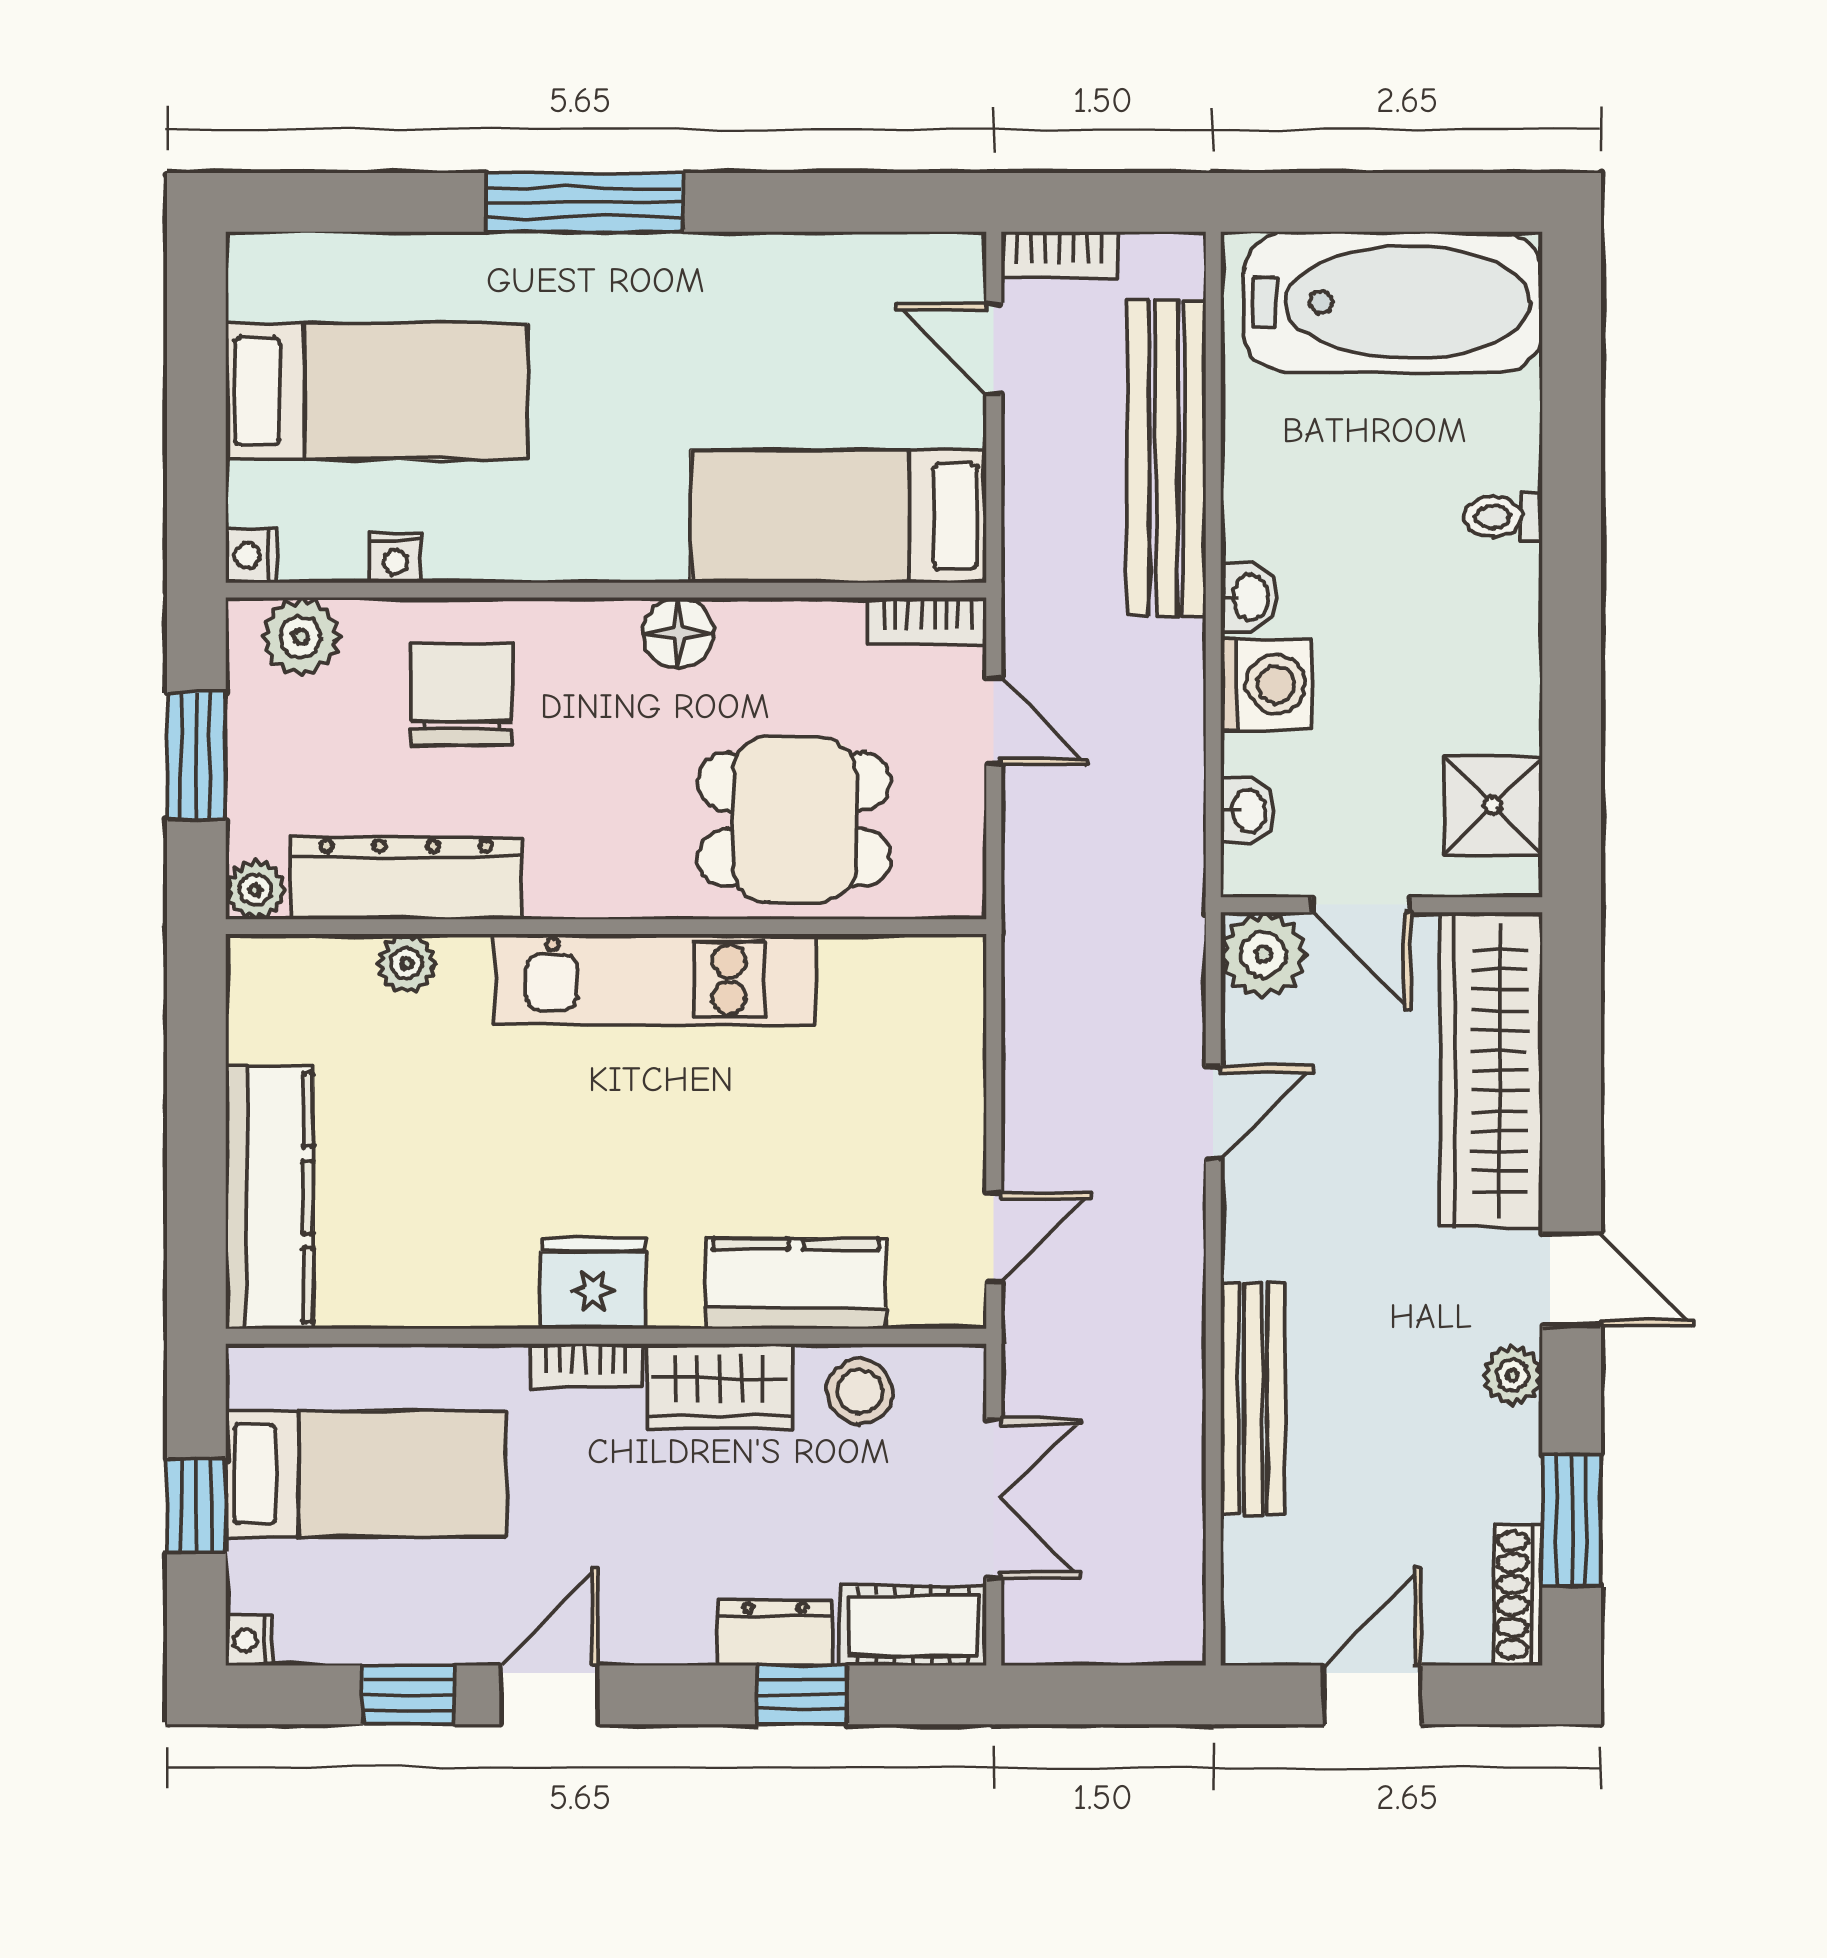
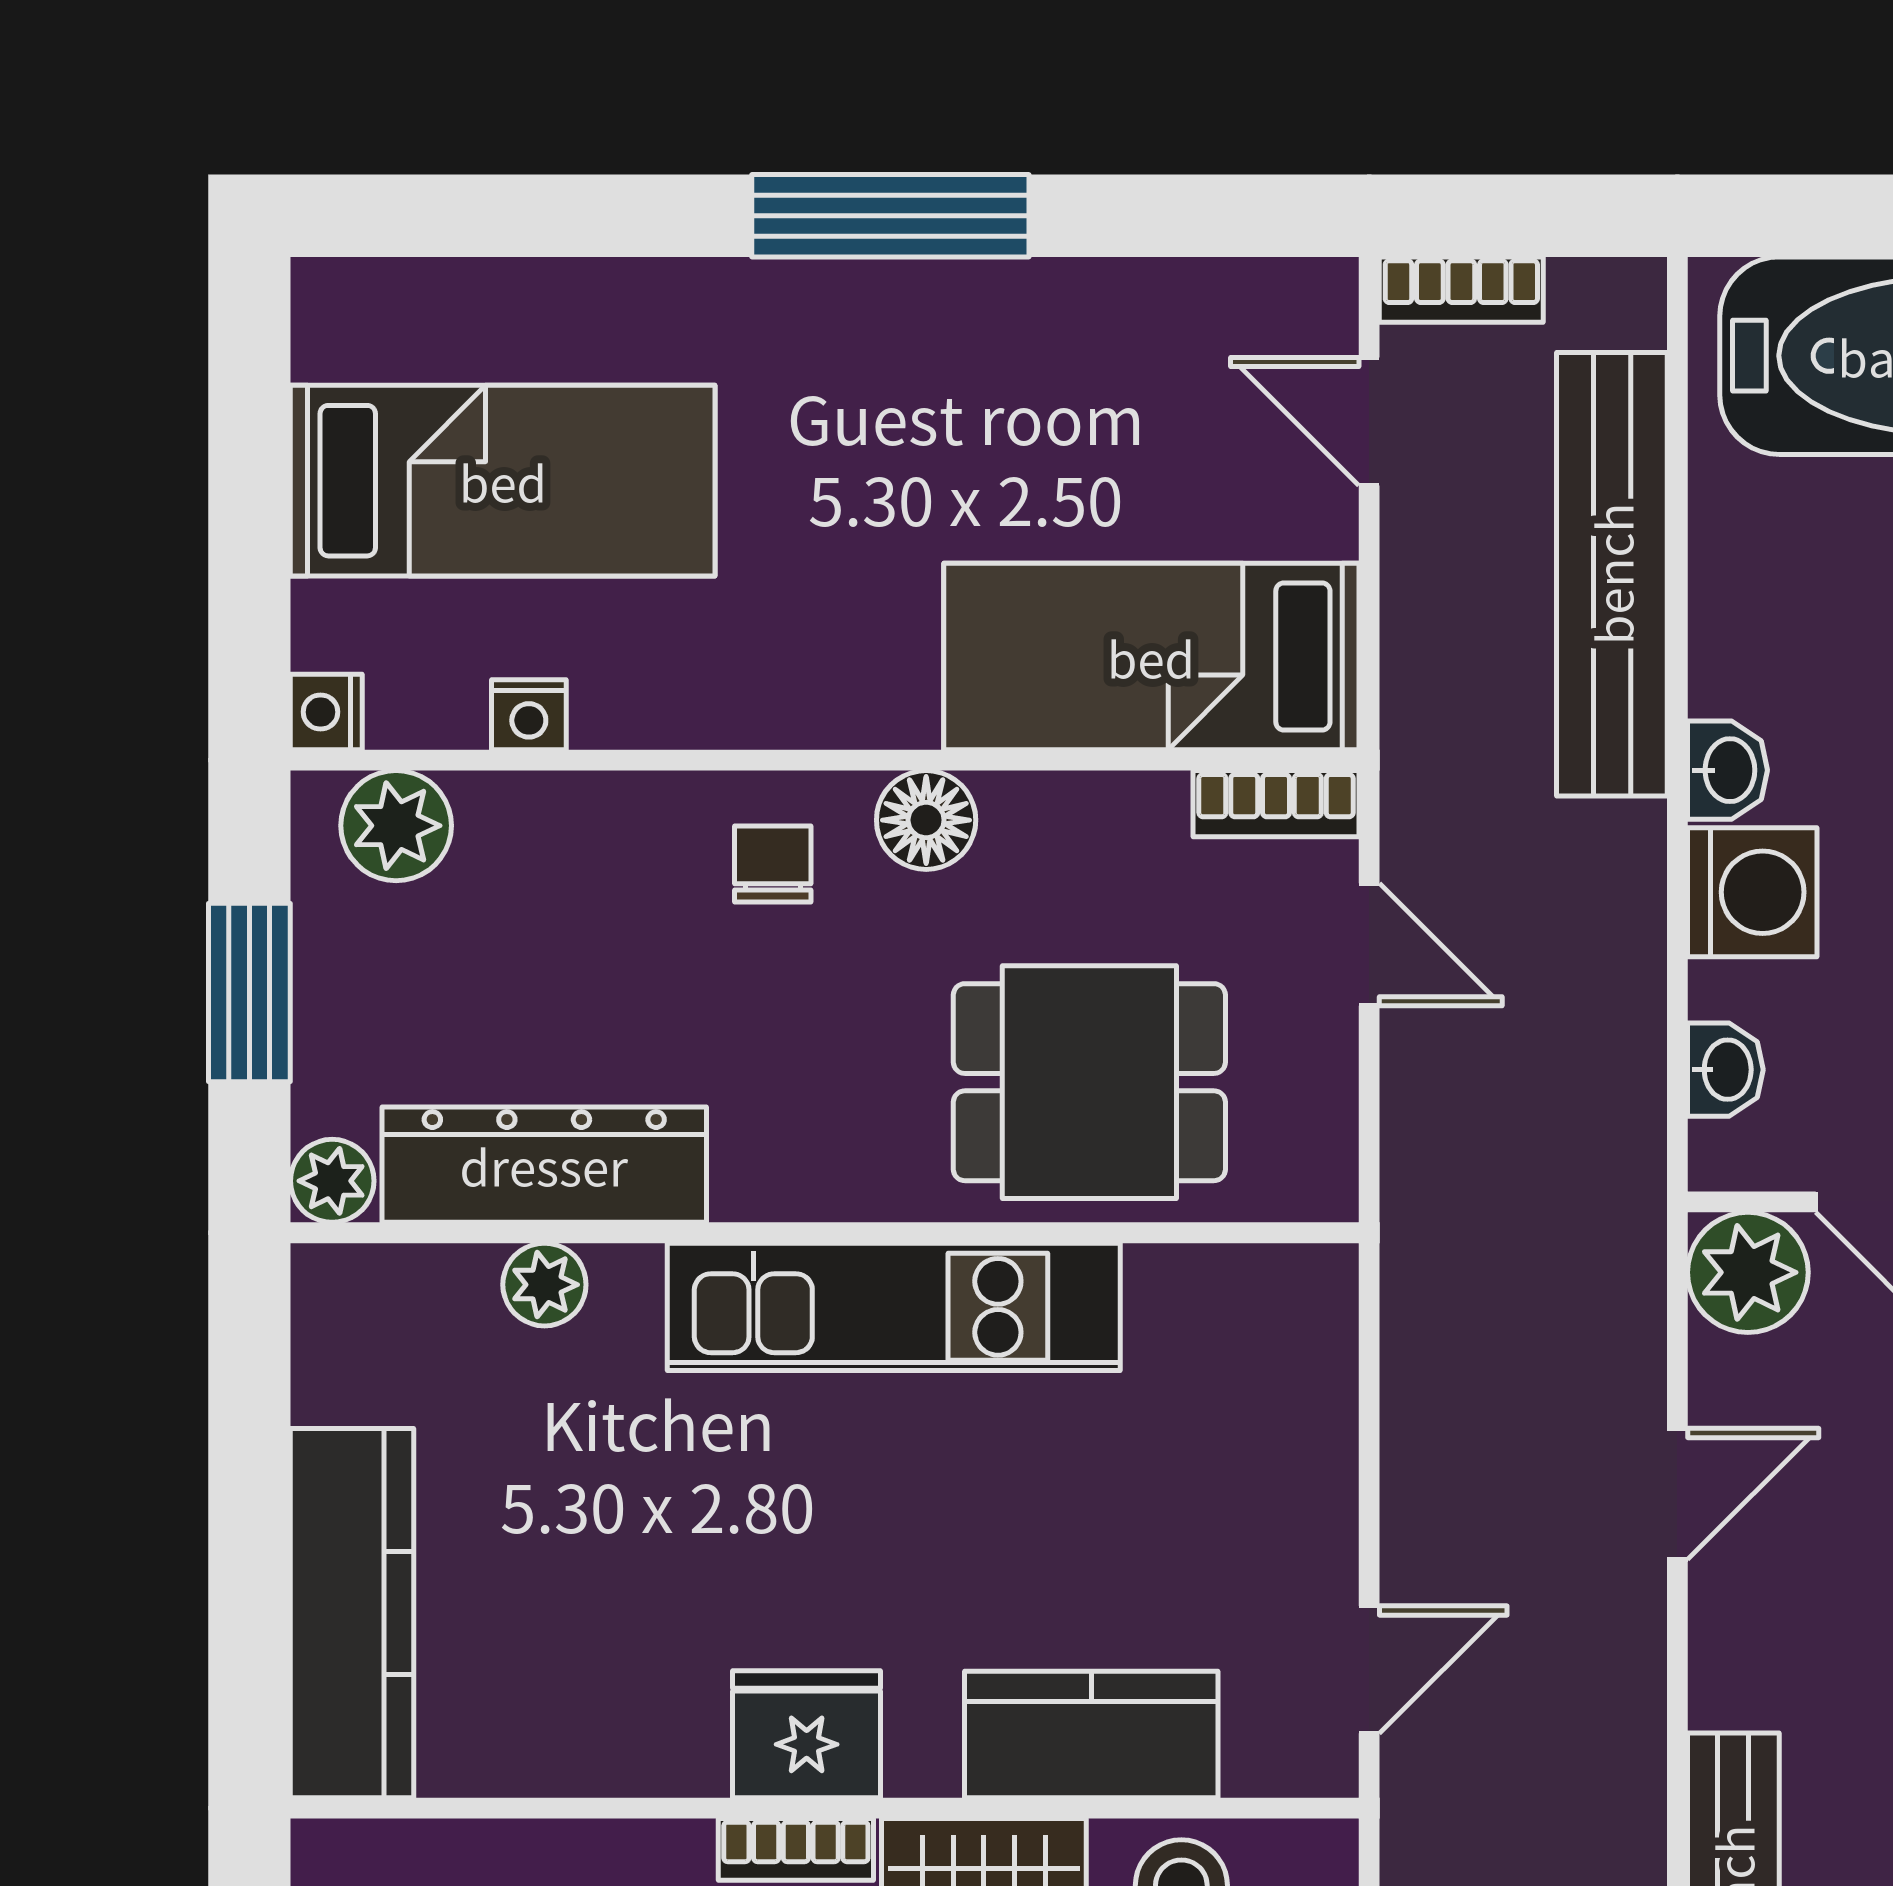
window: (584, 202) -> (890, 216), moved
chair: (462, 694) -> (773, 864), moved, width x0.54, depth x0.54

